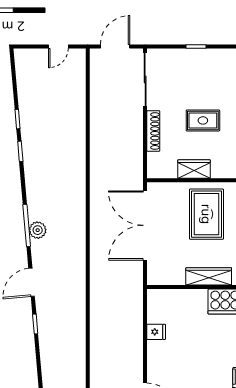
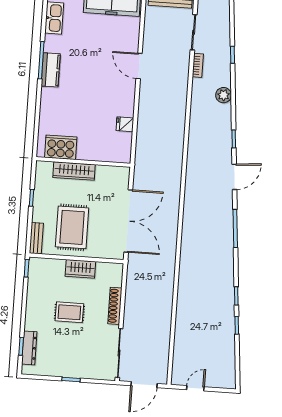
plant: (38, 230) -> (224, 95), moved

